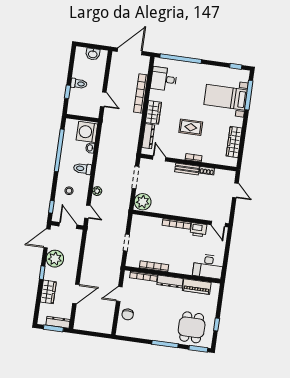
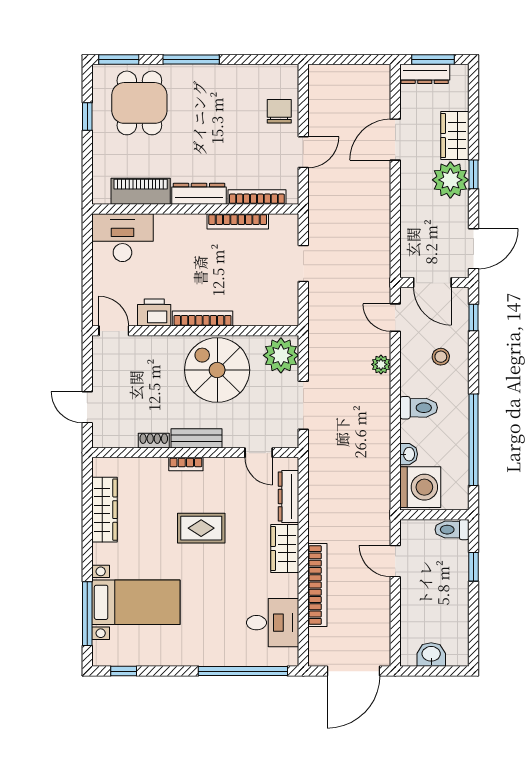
toilet: (79, 84) -> (452, 530), moved
spiral stairs: (173, 199) -> (217, 370), added
plant: (55, 259) -> (450, 180), moved

